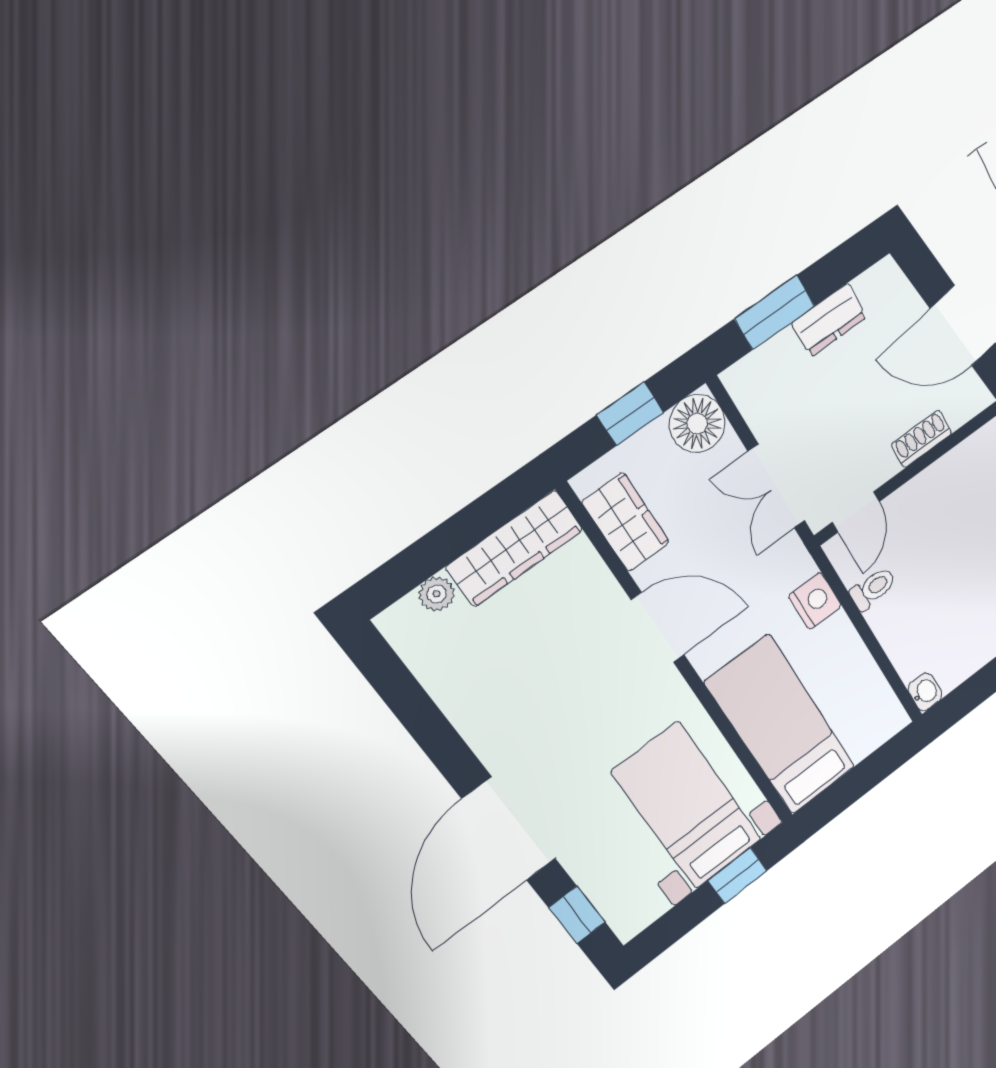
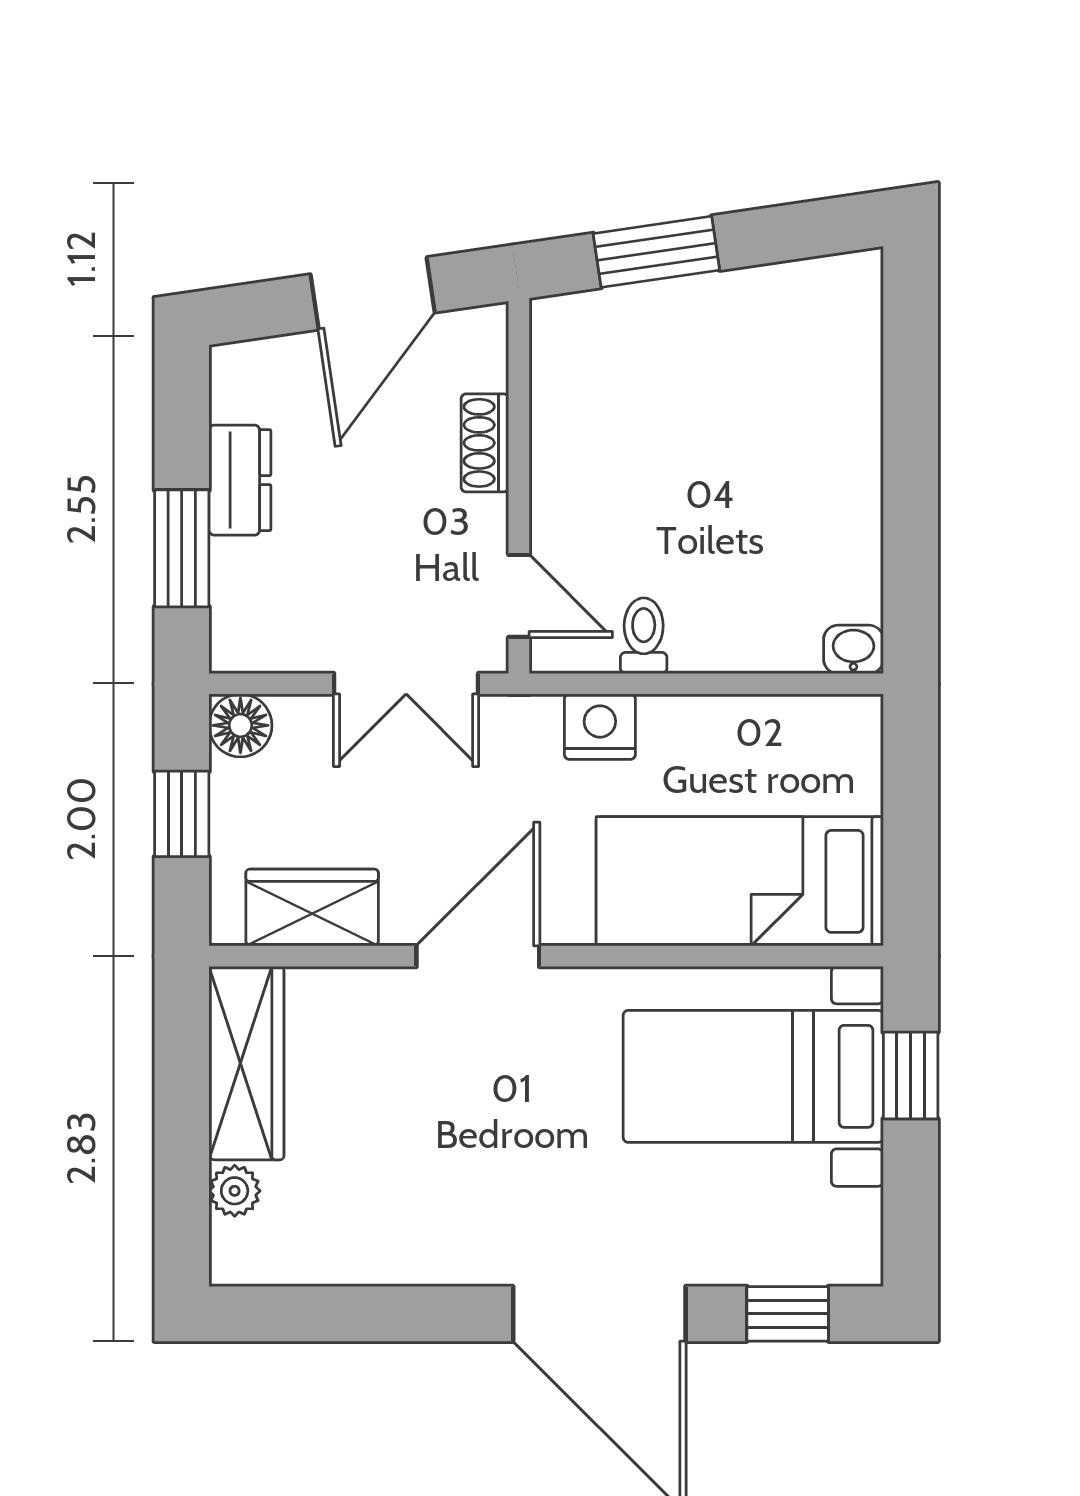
floor lamp: (697, 424) -> (240, 725), width x0.73, depth x0.73

